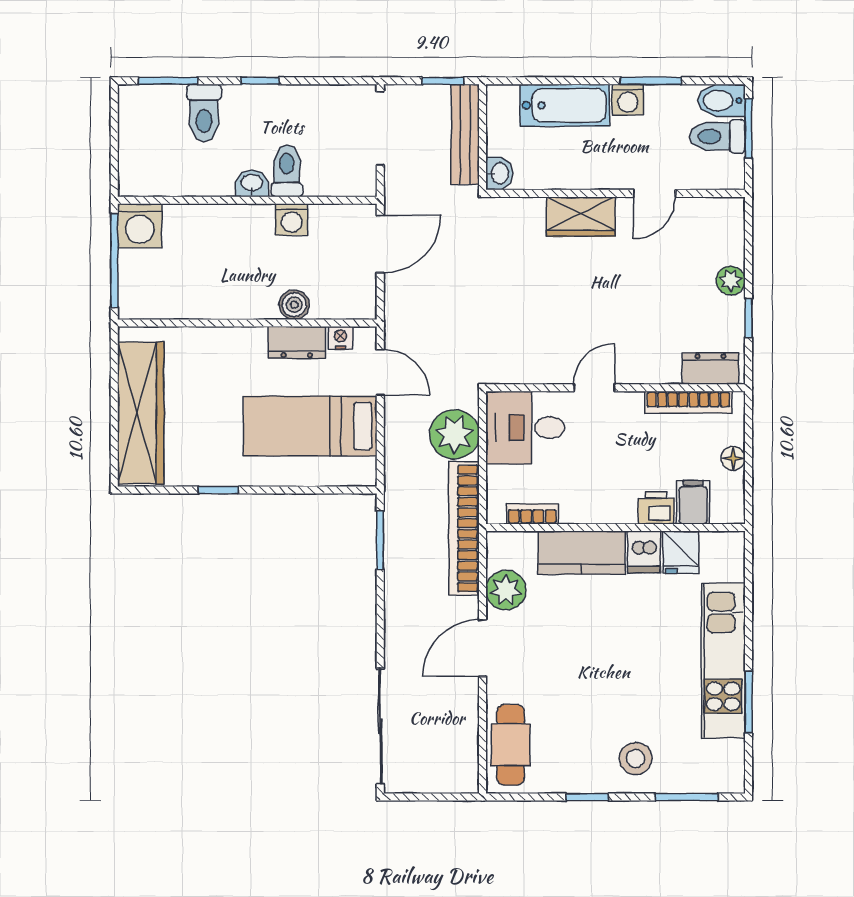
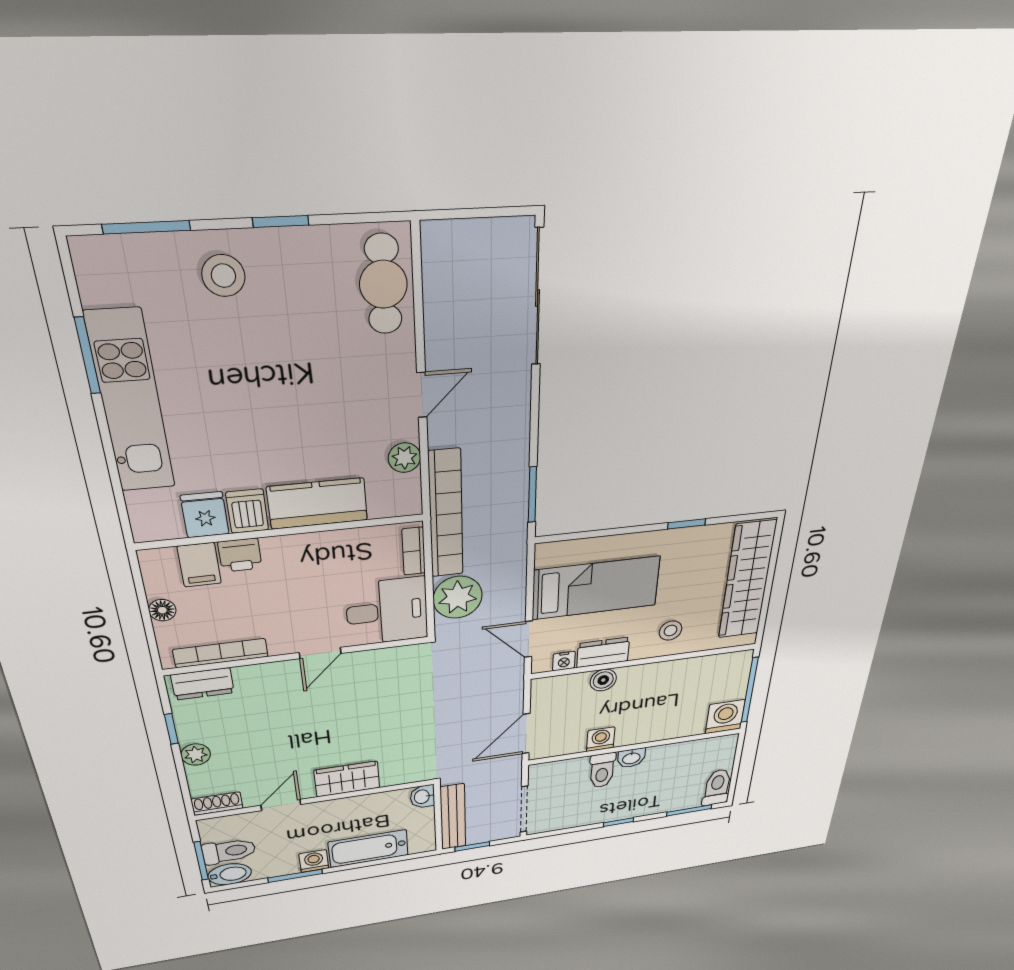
toilet: (204, 113) -> (717, 787), moved
shoe rack: (720, 209) -> (217, 804), added
stool: (222, 360) -> (671, 631), added
bookcase: (532, 514) -> (414, 551), moved, turned 90
plant: (506, 590) -> (404, 458), width x0.73, depth x0.73
door: (483, 648) -> (422, 395), width x0.73

